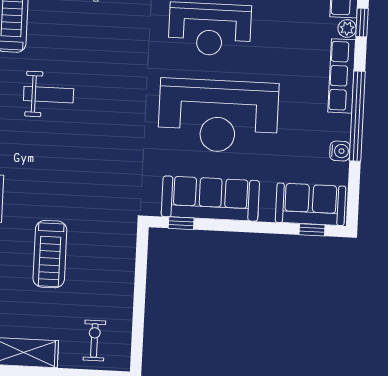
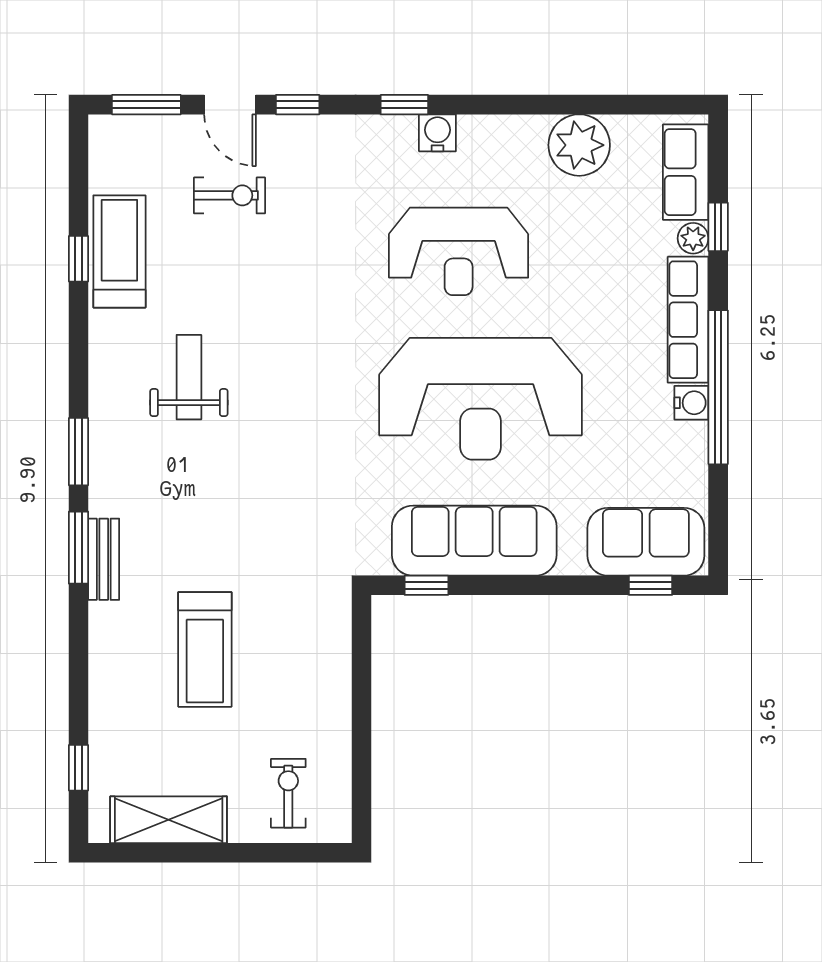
weight bench: (49, 95) -> (189, 377), turned -90
water cooler: (340, 151) -> (691, 403), moved

